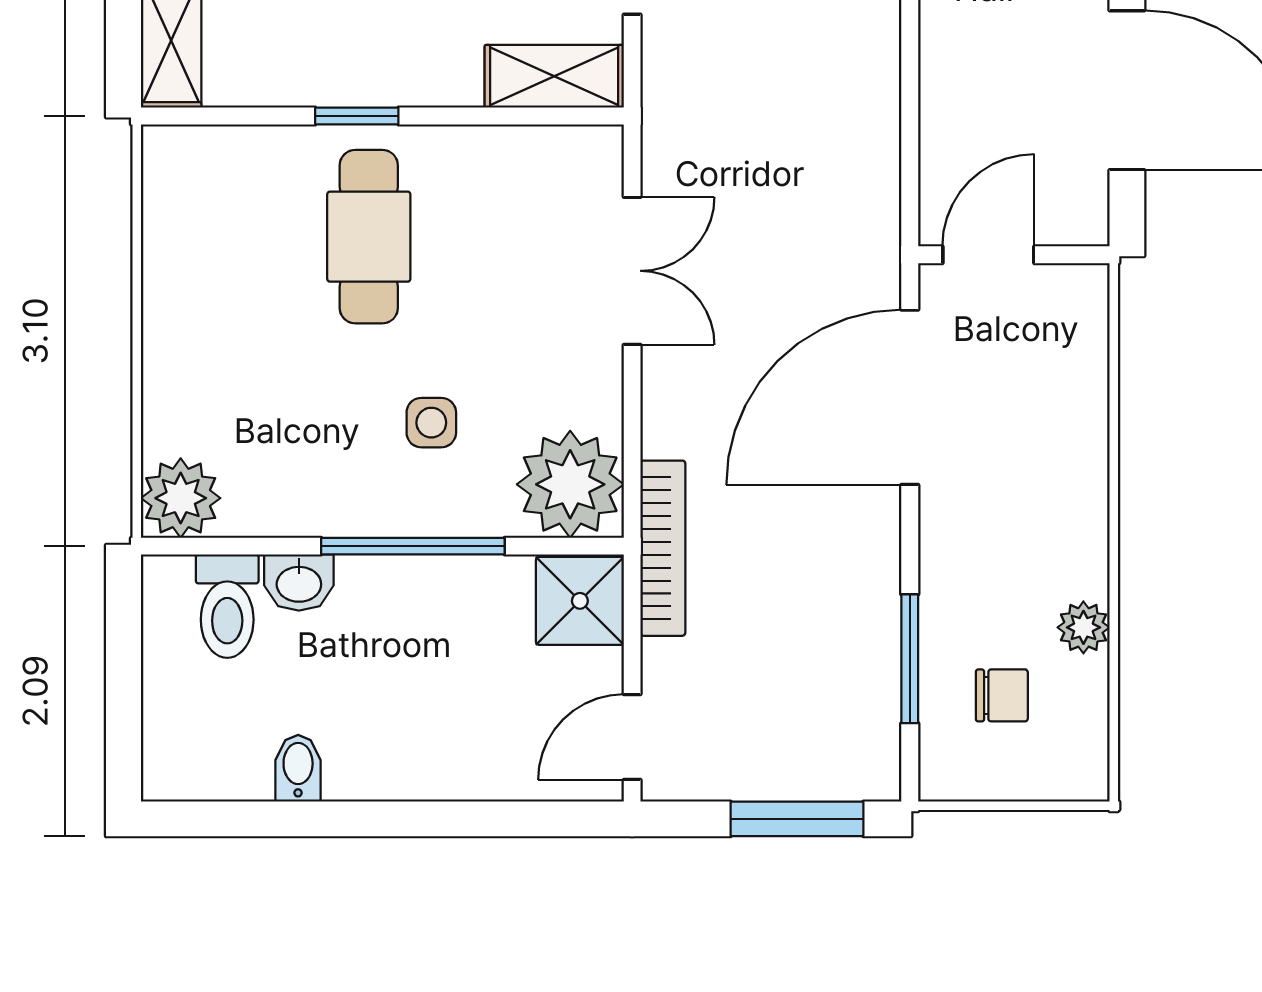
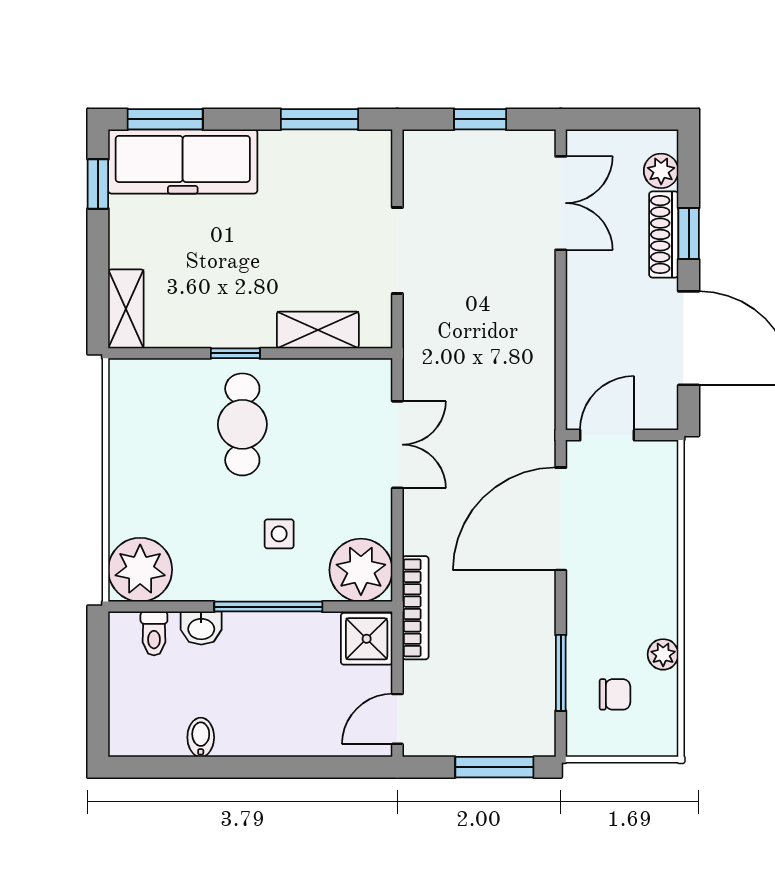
shelving: (554, 76) -> (318, 330), moved
plant: (181, 498) -> (140, 570), width x1.36, depth x1.36
toilet: (227, 606) -> (154, 633), width x0.73, depth x0.72

